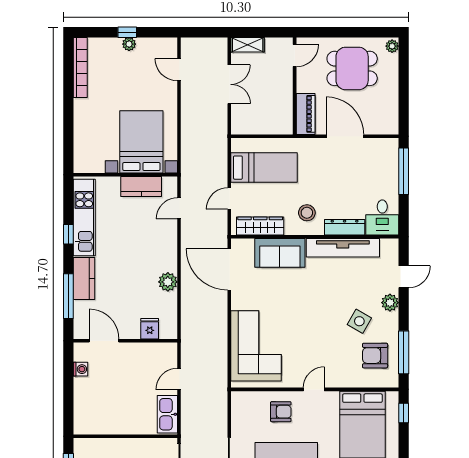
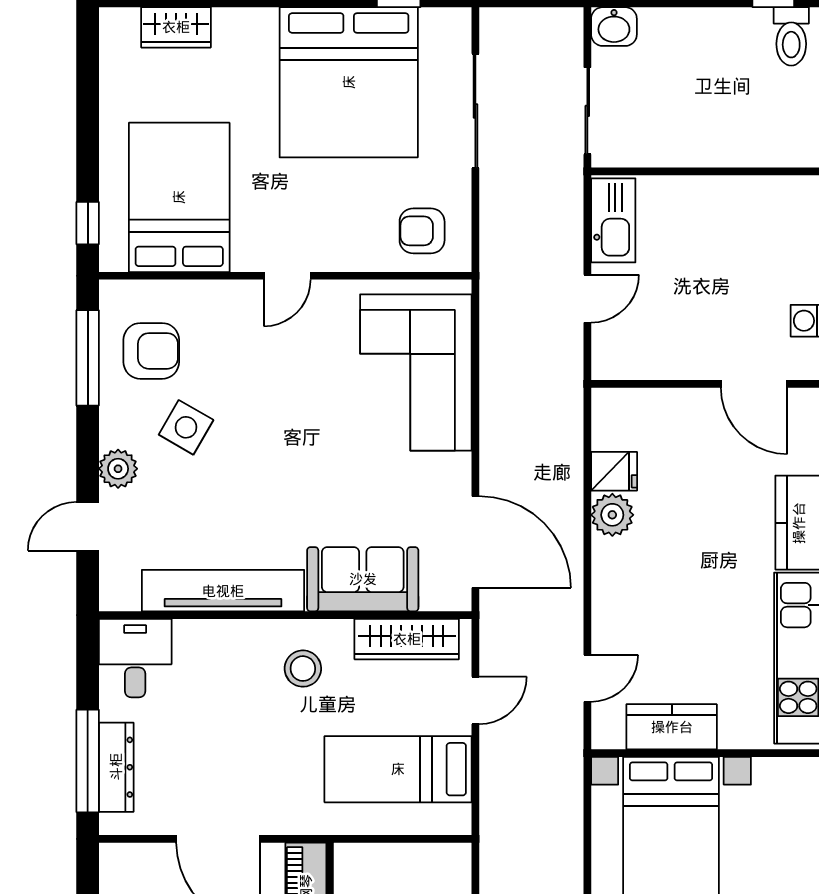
dresser: (345, 227) -> (116, 767), moved, turned -90
fridge: (150, 329) -> (614, 471), moved, turned -90
armchair: (281, 412) -> (422, 231), moved

